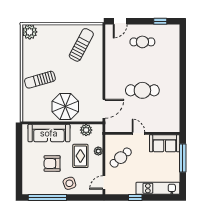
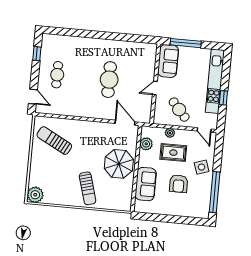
sofa: (49, 133) -> (146, 184), width x0.73
kitchen unit: (158, 188) -> (215, 81), width x1.36

